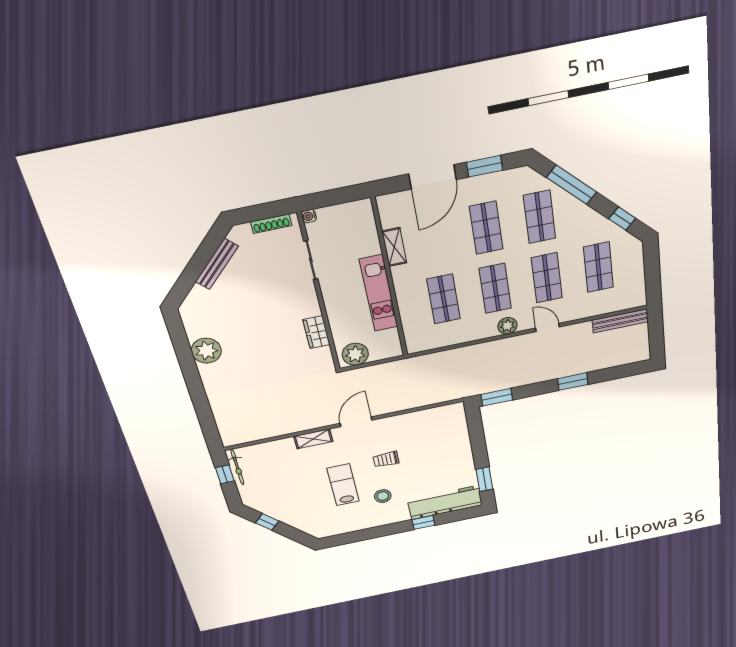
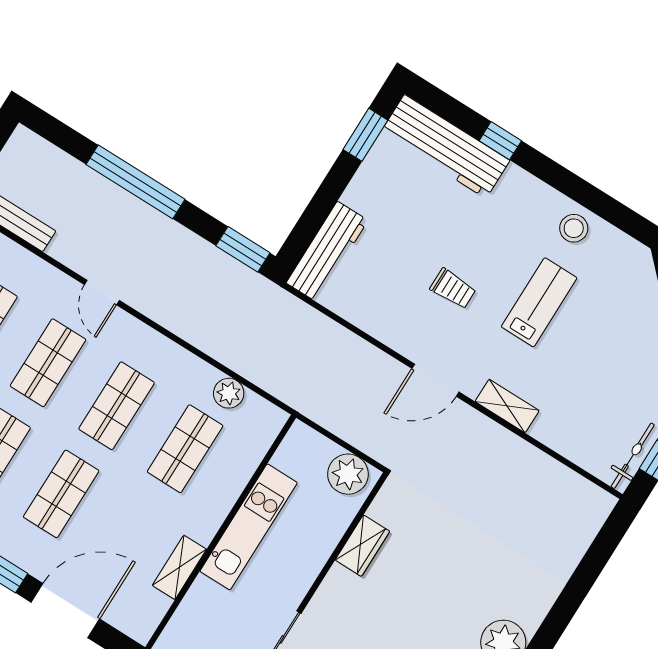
plant: (507, 326) -> (229, 393), moved
window: (573, 382) -> (135, 182), width x2.11
workbench: (457, 427) -> (327, 252), added
lab bench: (343, 485) -> (539, 302), turned 180
stool: (383, 496) -> (574, 228), moved

